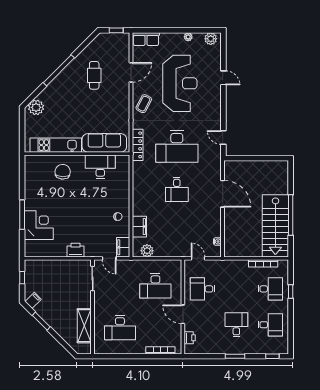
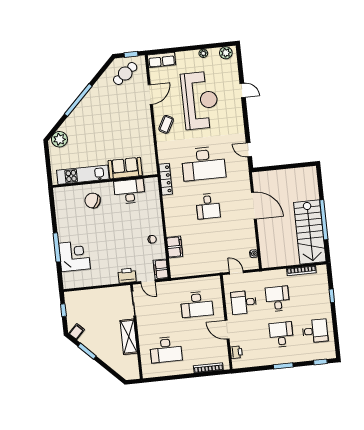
cafe table: (94, 75) -> (125, 74), moved, turned 53
sofa: (104, 143) -> (125, 168), width x0.73
locker: (138, 145) -> (166, 179), moved
chair: (63, 172) -> (93, 201), turned -67
printer: (76, 250) -> (127, 276), moved
plant: (147, 251) -> (185, 270), removed
desk: (270, 289) -> (278, 299), moved, turned -90
shelving: (84, 326) -> (129, 337), moved

